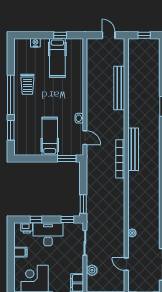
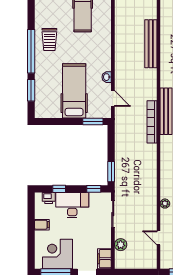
hospital bed: (50, 136) -> (74, 91), width x1.37, depth x1.29

